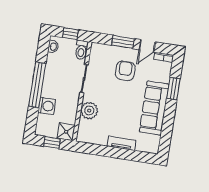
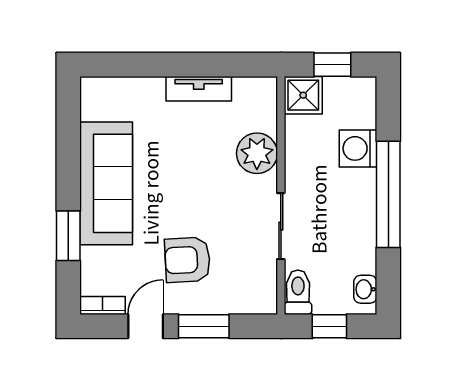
armchair: (125, 71) -> (187, 260), turned 87
tv unit: (122, 143) -> (199, 89), moved

